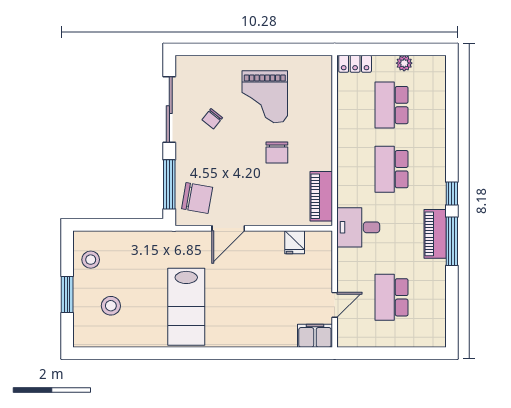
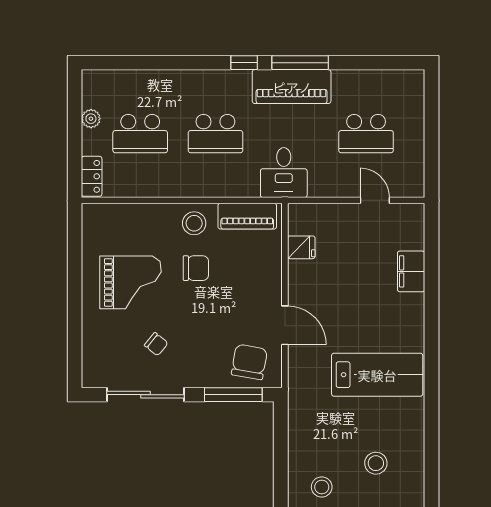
stool: (315, 151) -> (194, 223), added
piano: (435, 234) -> (292, 87), width x1.37, depth x1.33
filing cabinet: (315, 336) -> (411, 271), moved

